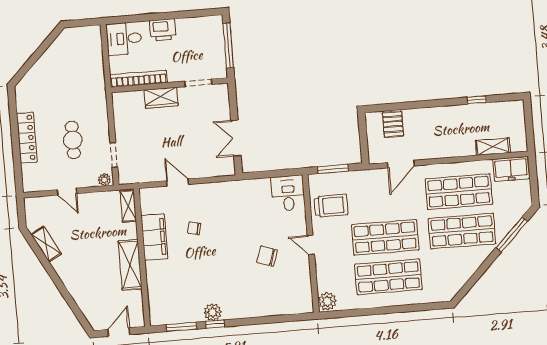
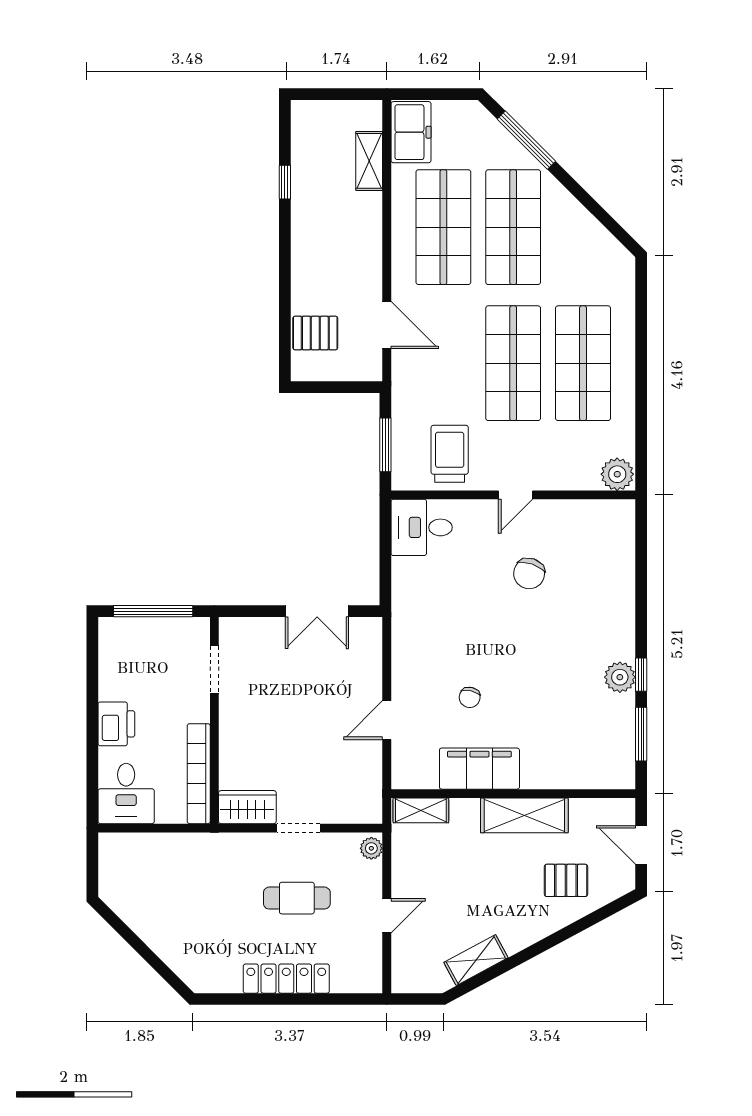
wardrobe: (161, 98) -> (247, 807), moved, turned -90
doorway: (114, 155) -> (299, 828), moved
pallet: (95, 291) -> (566, 880), added

